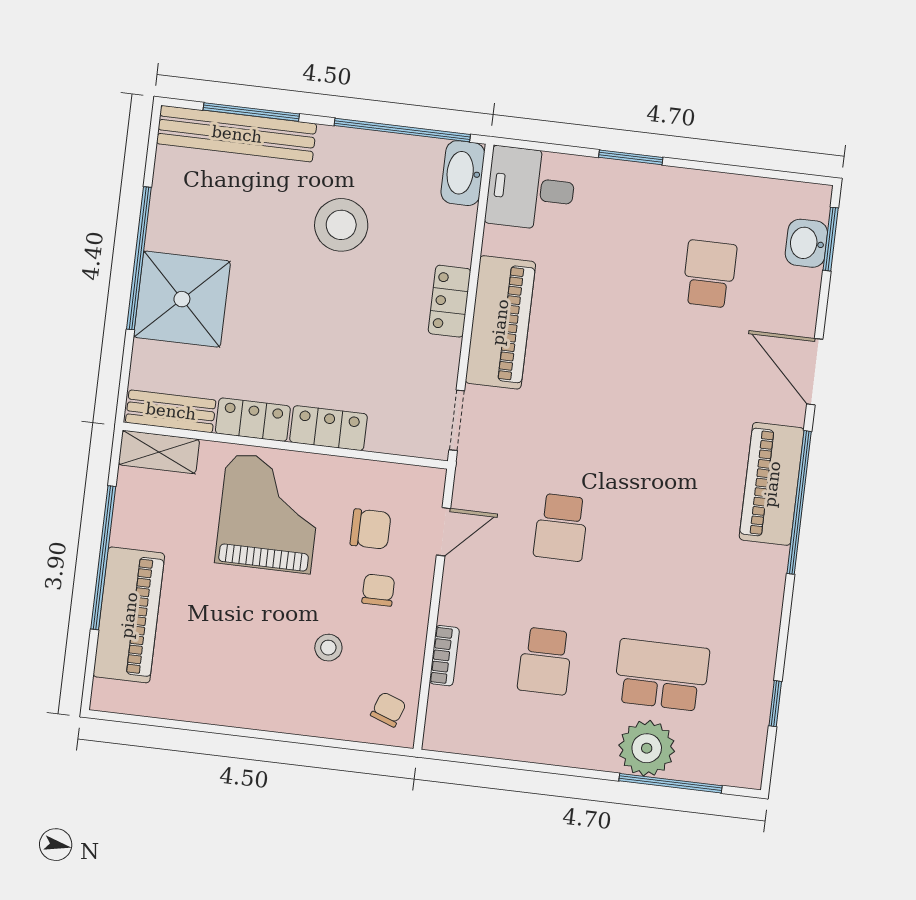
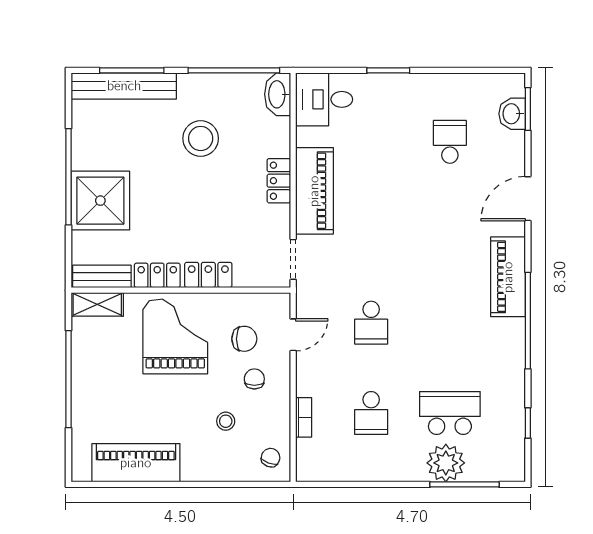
door: (815, 372) -> (528, 199), hinge flipped
window: (799, 502) -> (528, 321), moved
piano: (129, 615) -> (136, 463), moved, turned -90

